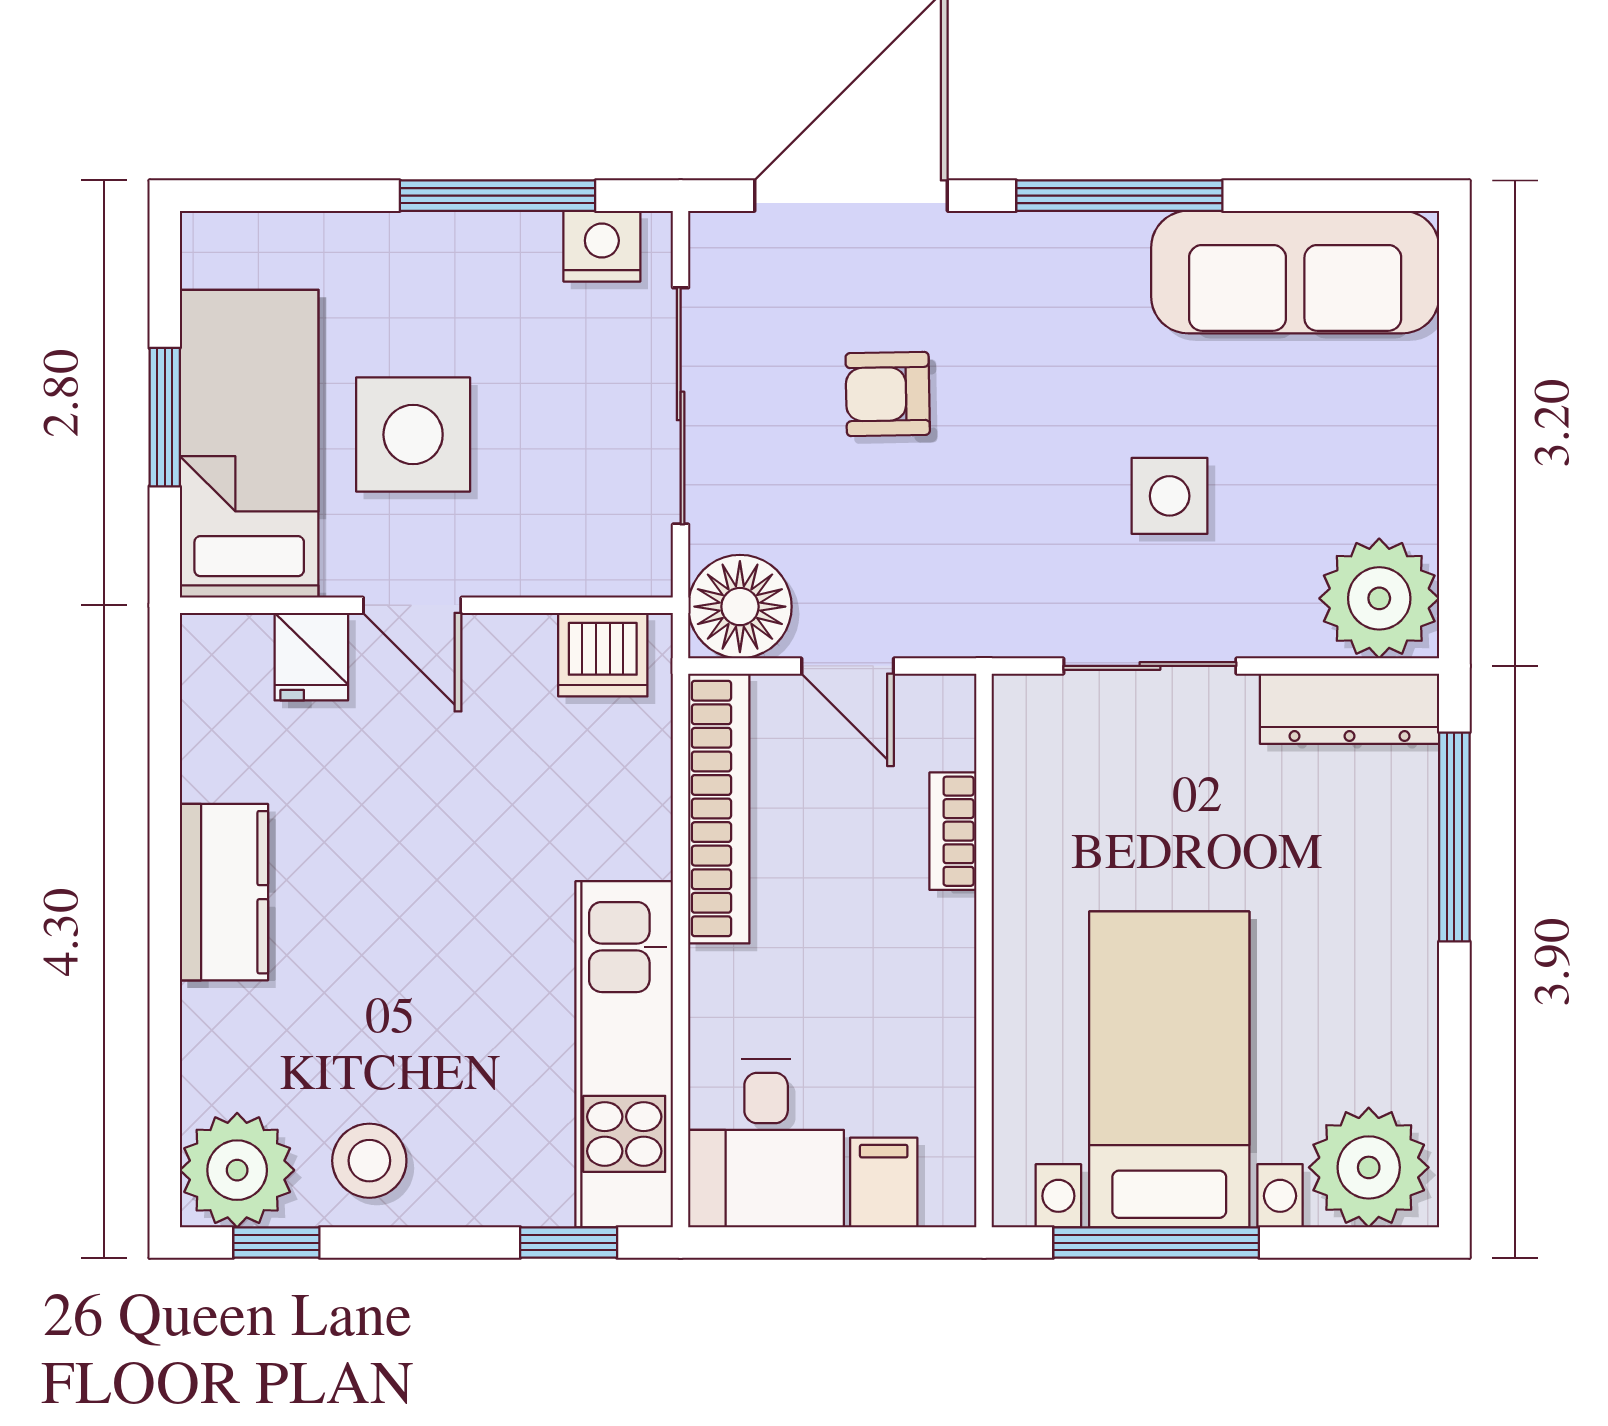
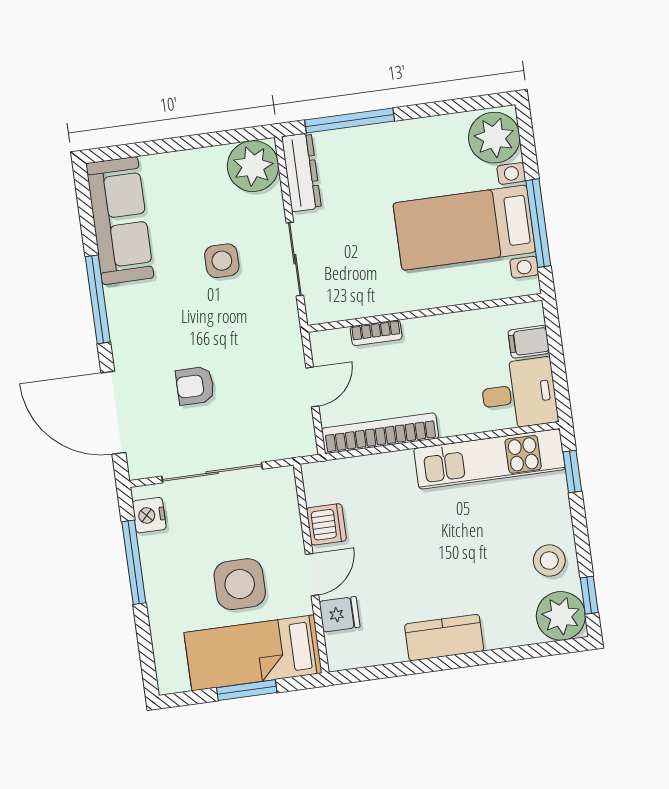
armchair: (888, 394) -> (195, 386), turned 91
floor lamp: (740, 607) -> (294, 436), removed
dishwasher: (603, 655) -> (326, 524), moved

